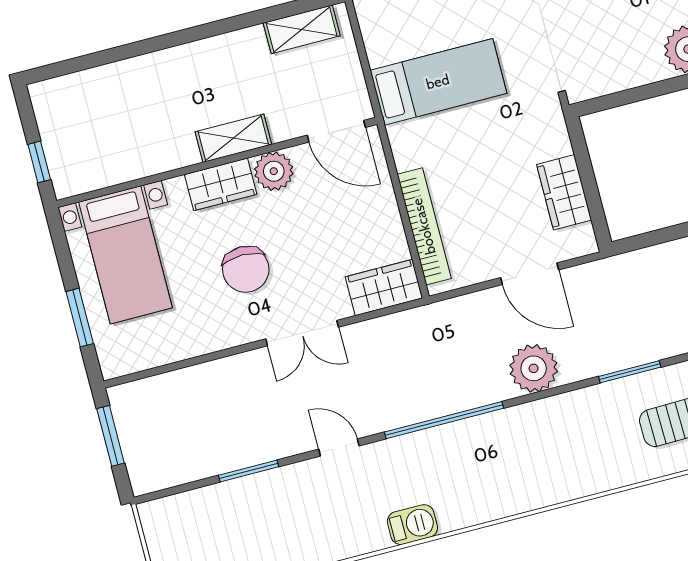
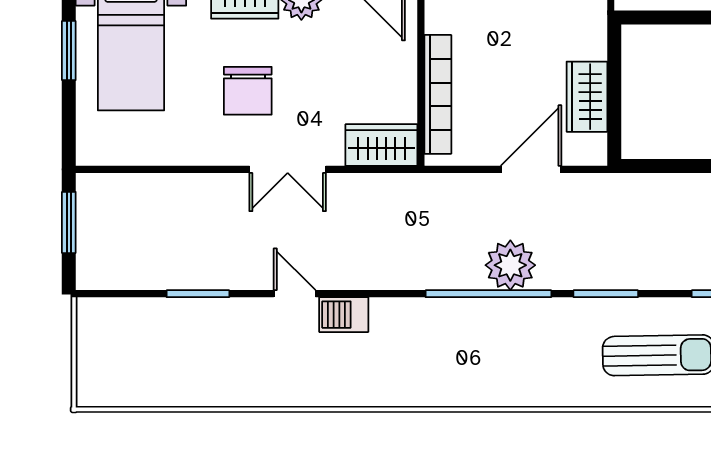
door: (530, 274) -> (531, 169), swing flipped
window: (80, 318) -> (69, 51), moved
window: (444, 420) -> (488, 294), moved
barbecue: (412, 525) -> (344, 315), moved, turned 180

